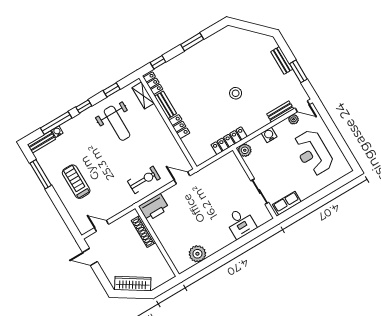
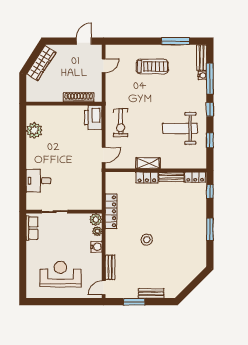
shelving: (143, 95) -> (148, 163), moved
plant: (294, 119) -> (97, 231), moved

